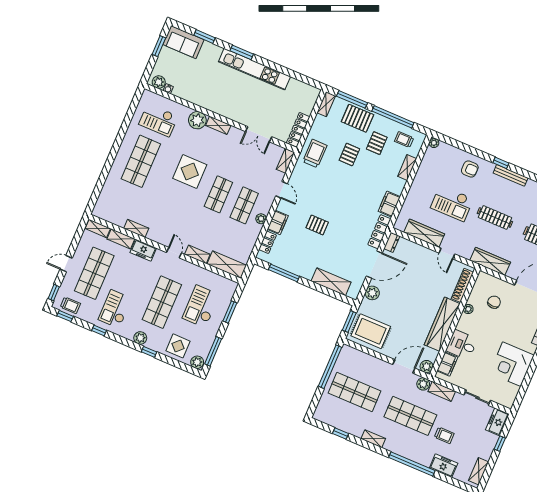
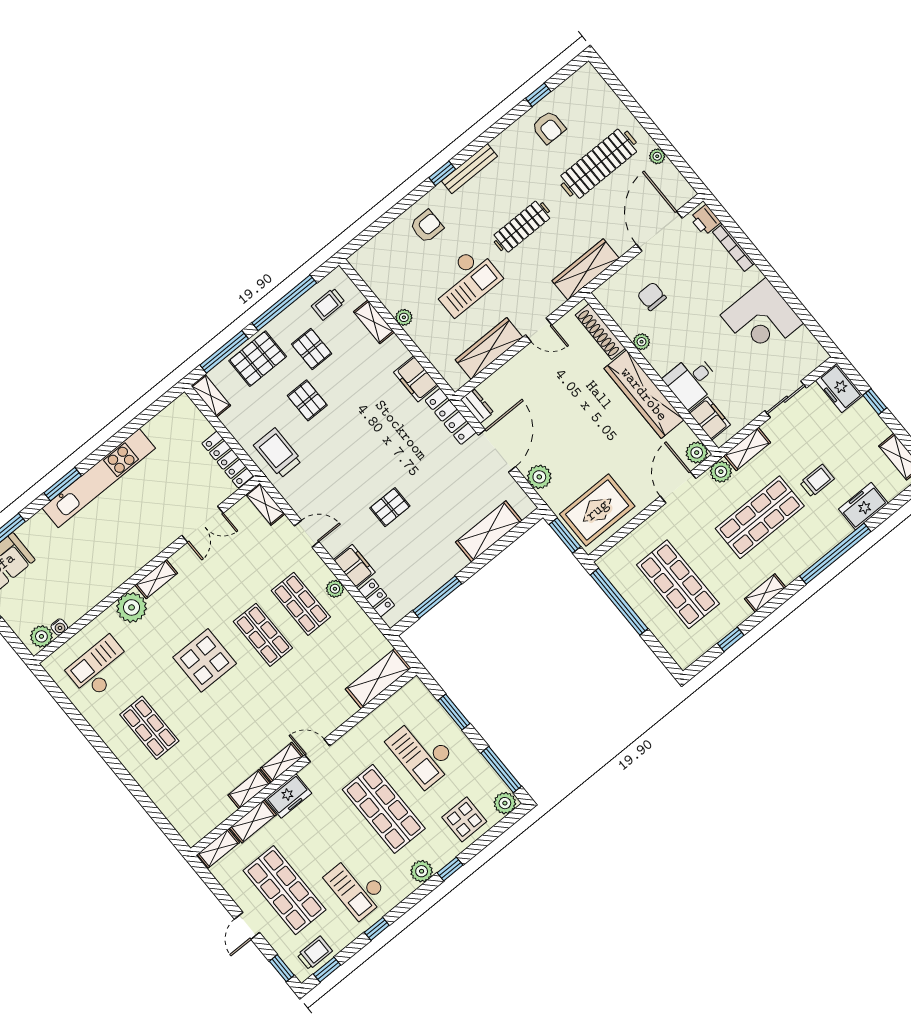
checkout: (158, 120) -> (100, 667), turned 180
plant: (434, 143) -> (404, 317), moved
shop shelf: (141, 161) -> (149, 728), width x0.70, depth x0.74
shelving: (197, 254) -> (282, 762), moved
shop shelf: (354, 392) -> (678, 584), turned 90

